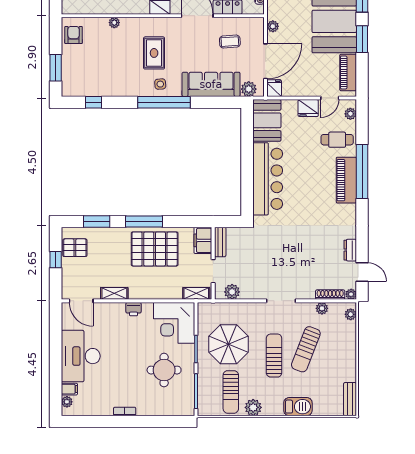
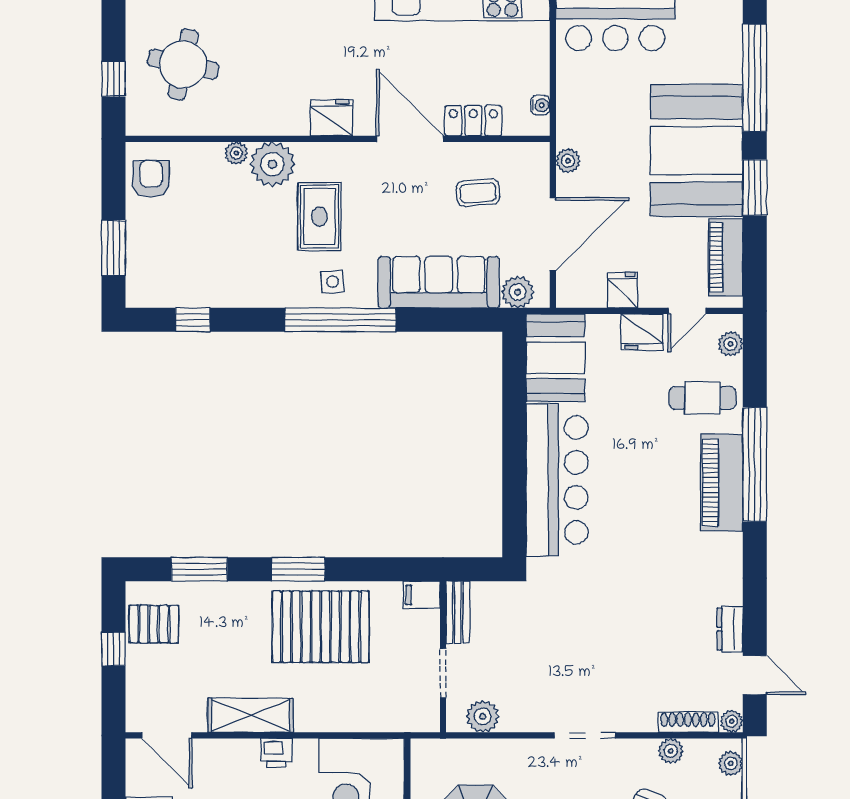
plant: (132, 28) -> (272, 164), added
fridge: (274, 88) -> (622, 290), moved
window: (144, 221) -> (298, 569), width x0.69
filing cabinet: (203, 240) -> (422, 595), width x0.50
shelving: (114, 293) -> (250, 715), width x1.50, depth x1.33
shelving: (196, 293) -> (408, 720), removed

